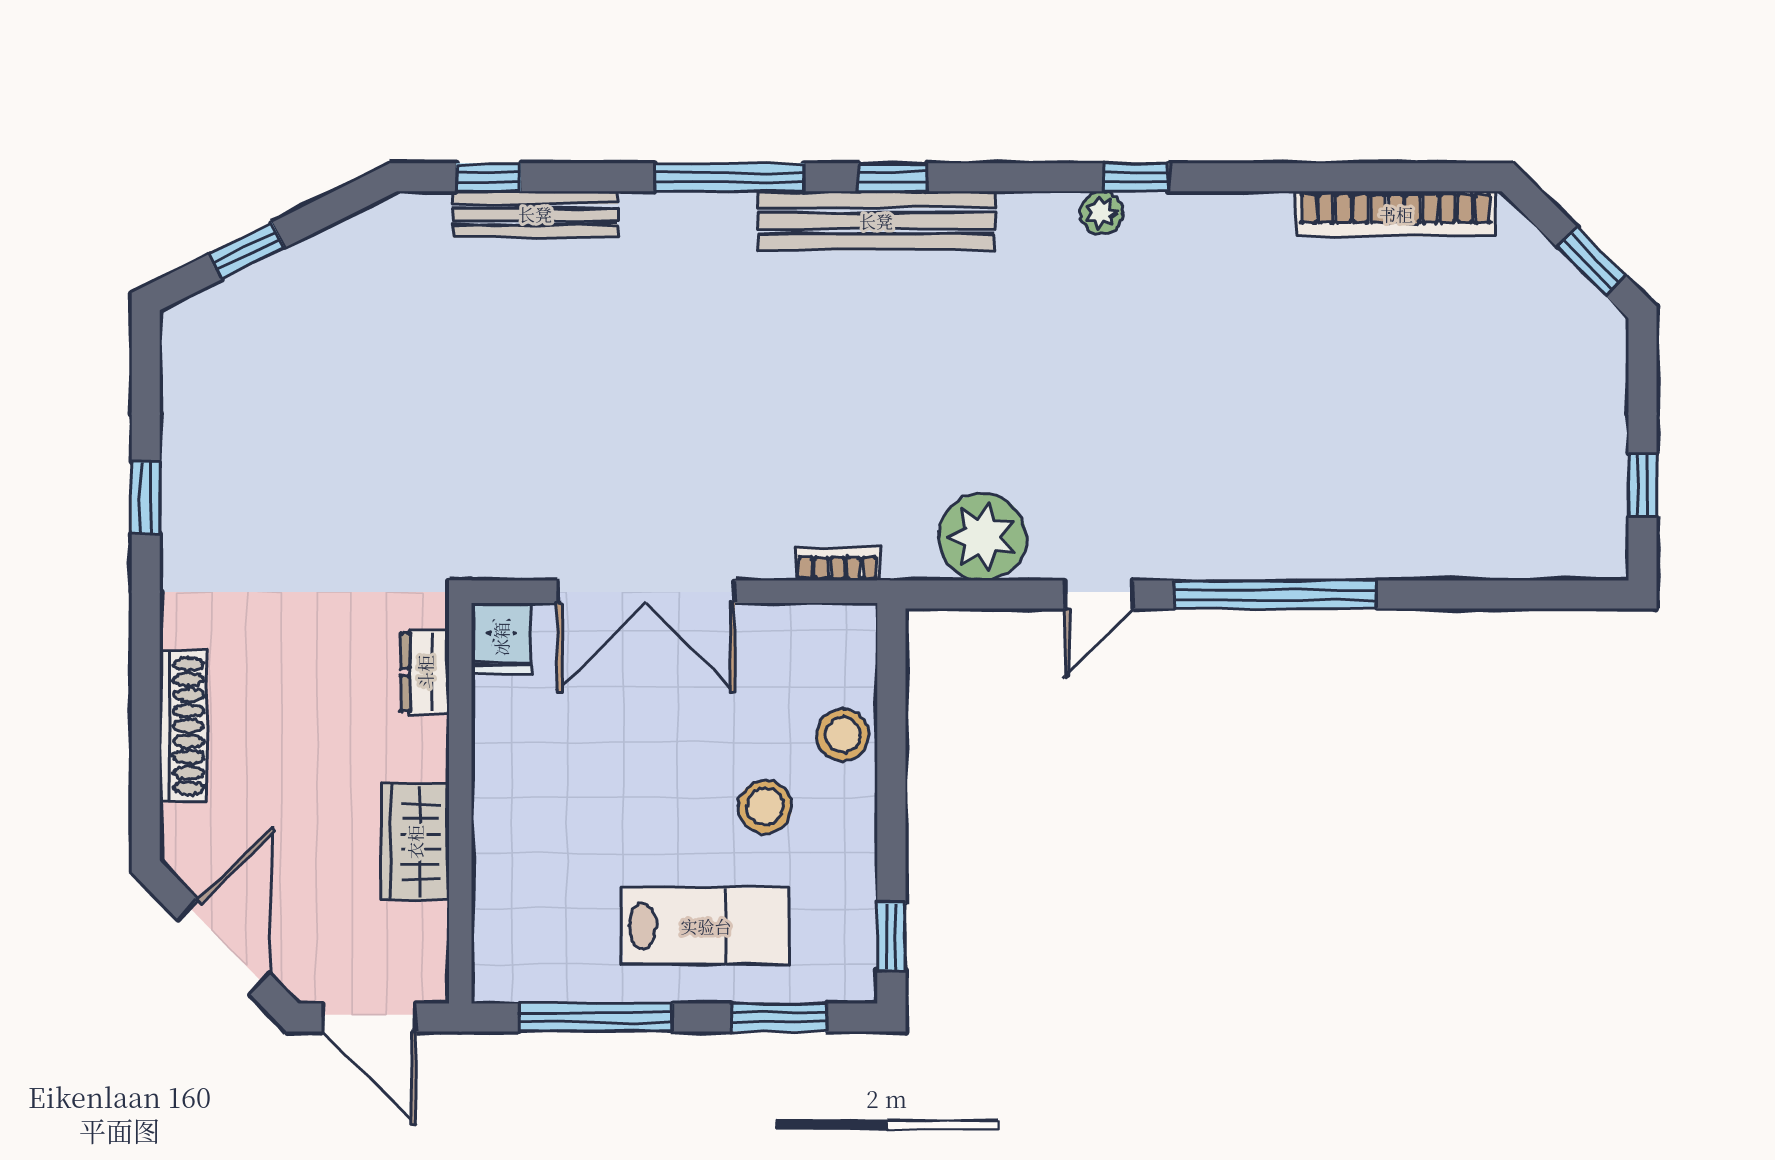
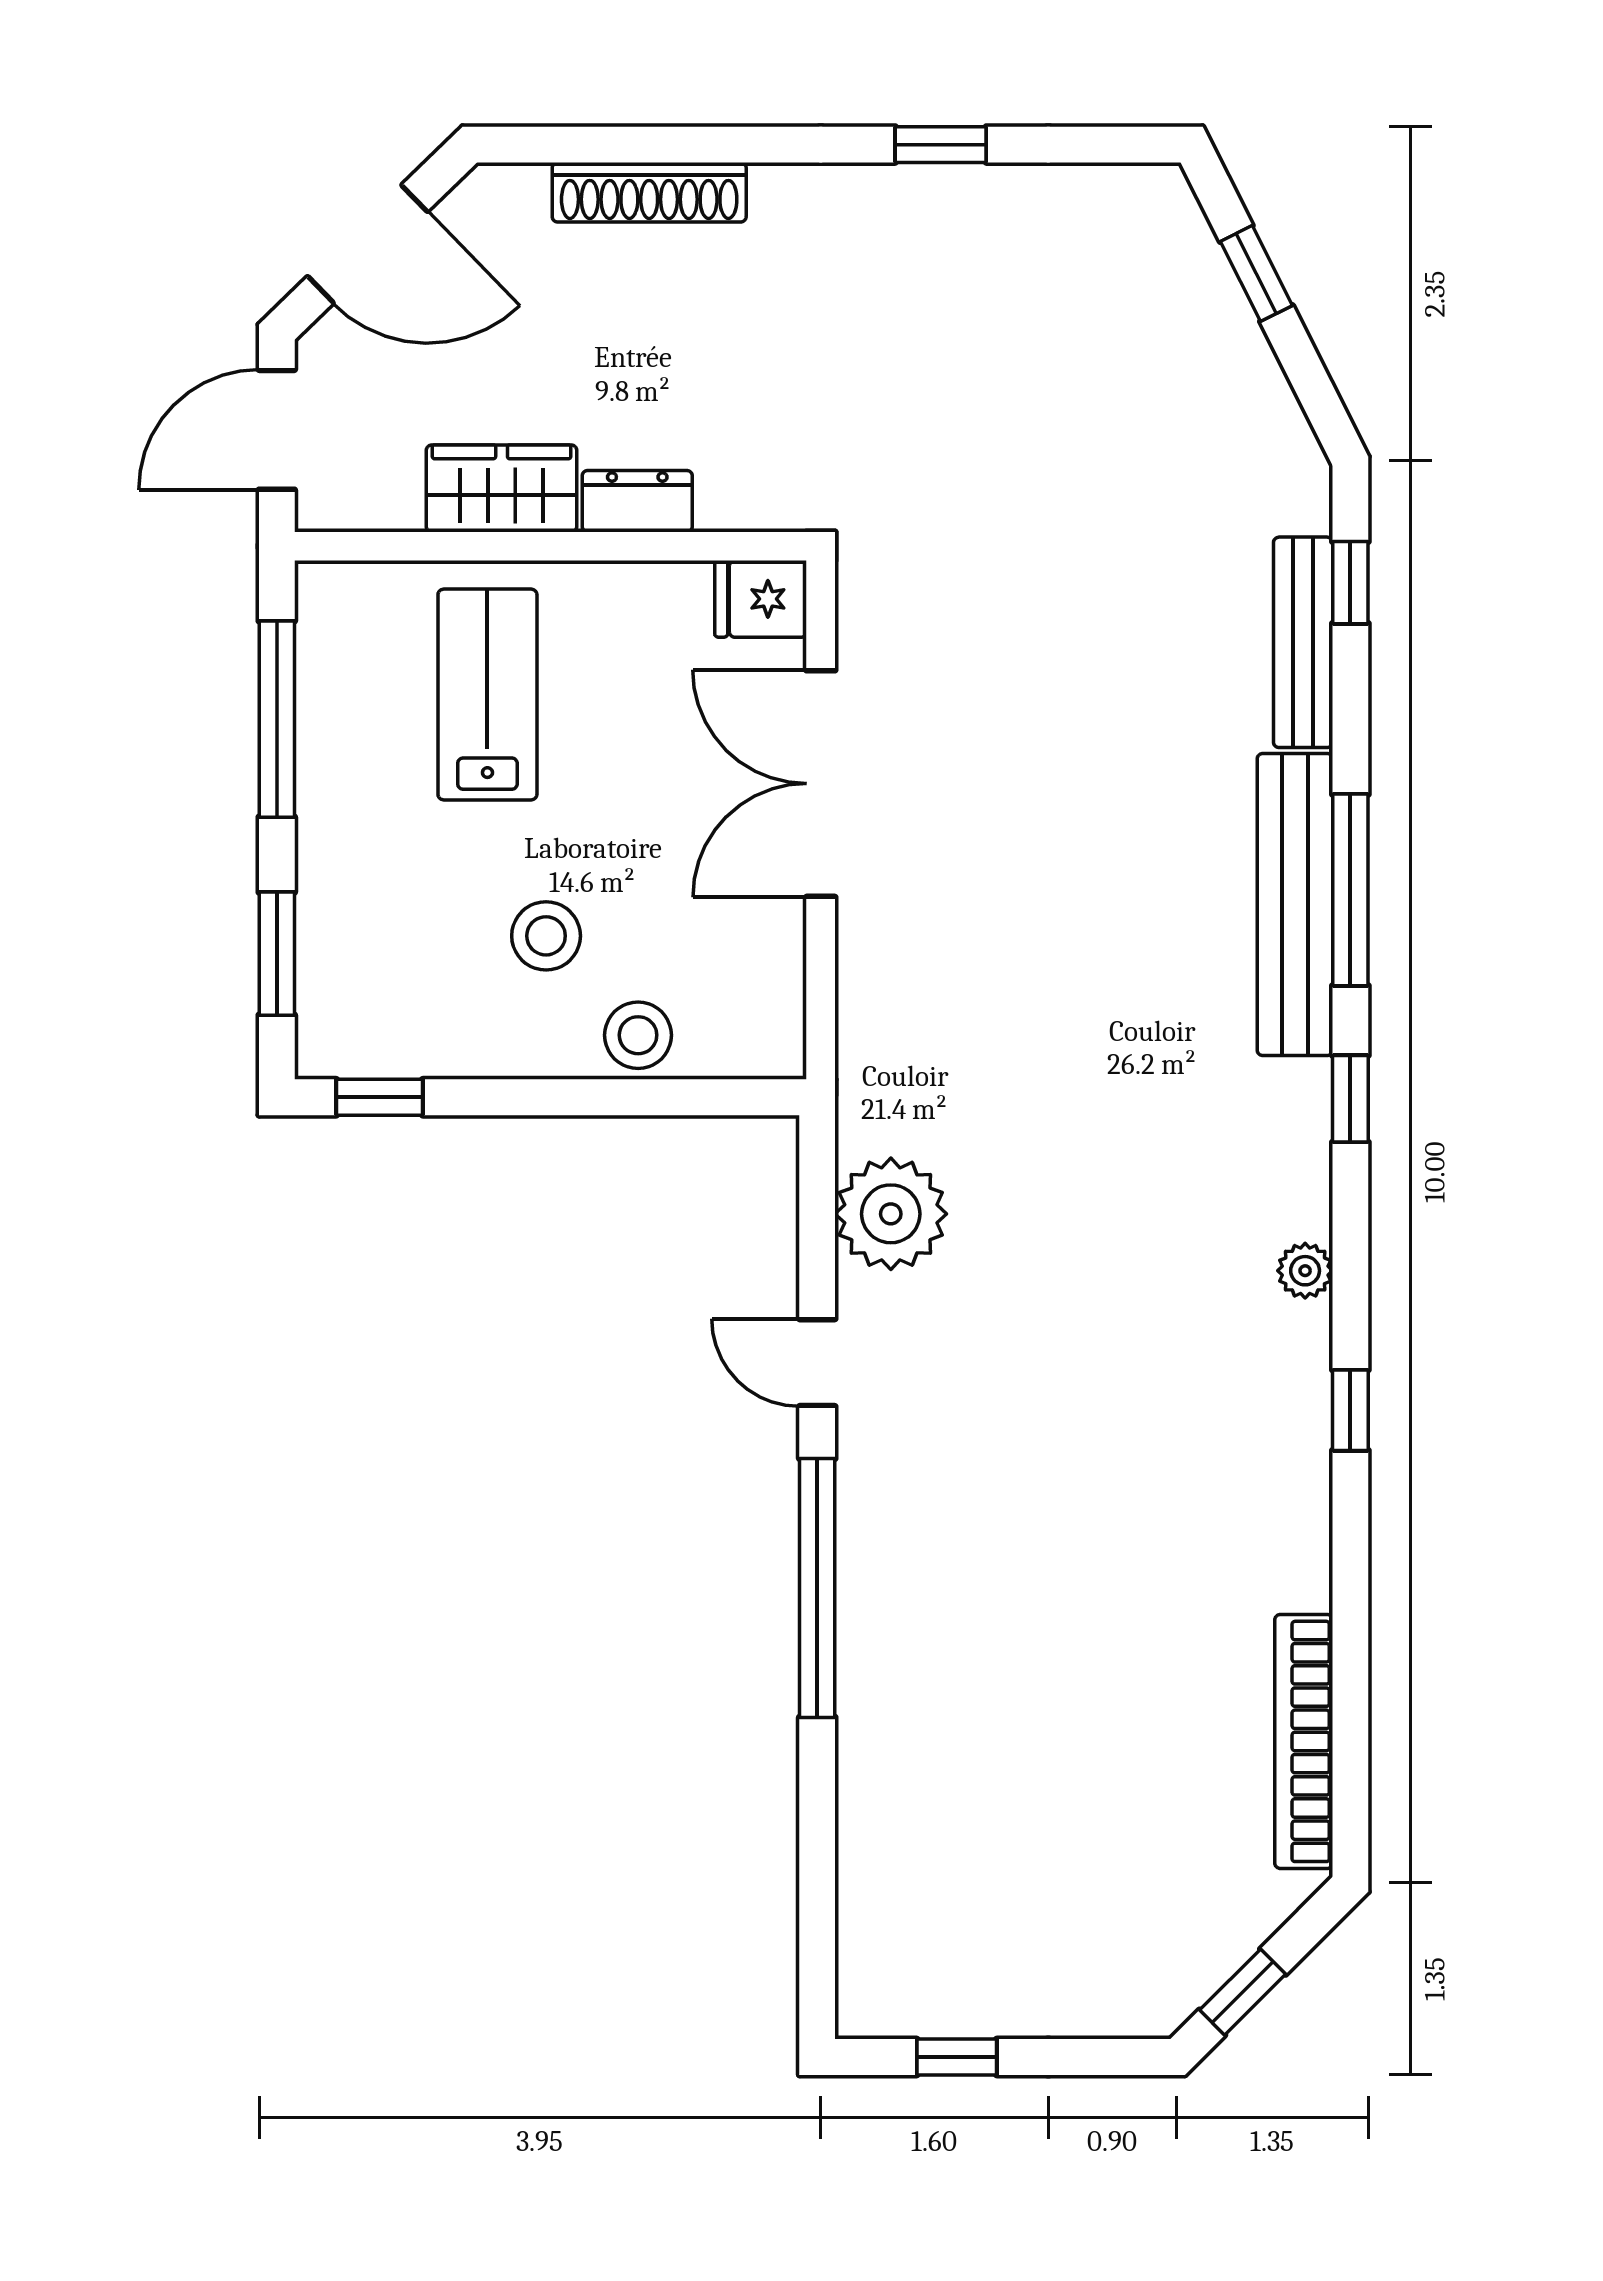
plant: (1101, 213) -> (1305, 1271), moved
bench: (876, 221) -> (1295, 905), moved
bookcase: (838, 564) -> (856, 1029), removed
dresser: (425, 672) -> (637, 501), moved
lab bench: (706, 926) -> (487, 694), moved, turned 180

